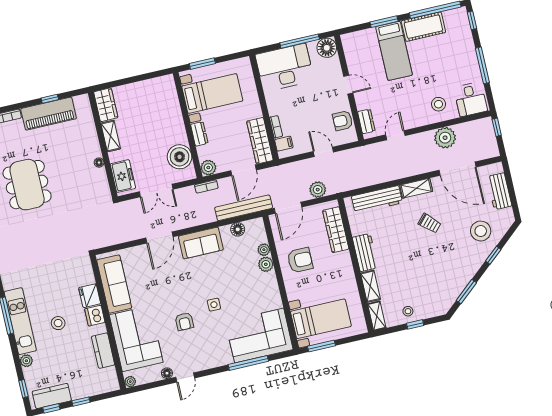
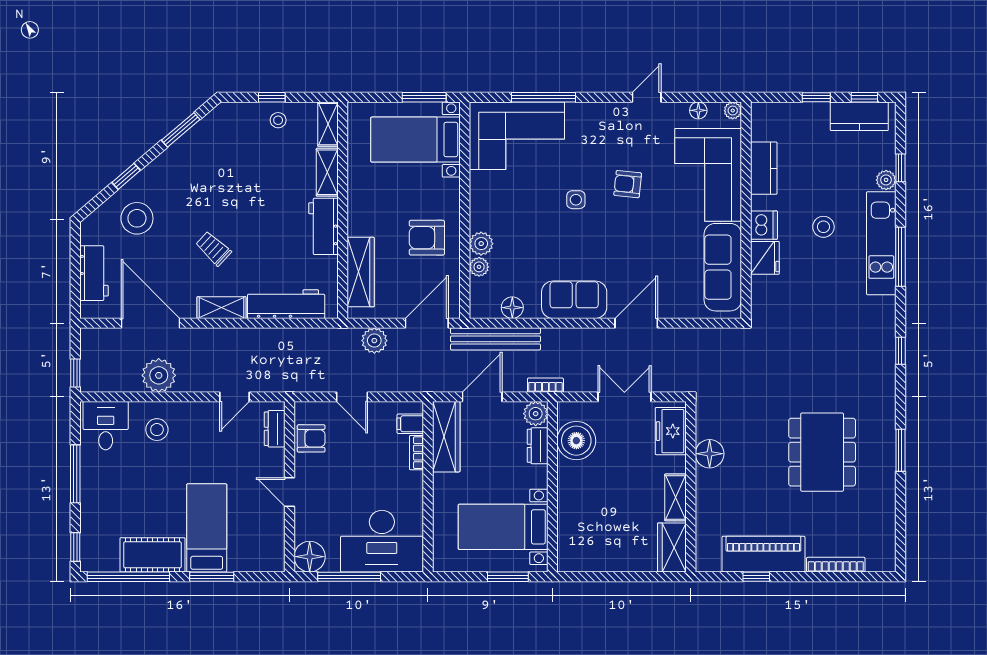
dresser: (199, 134) -> (538, 446), moved
floor lamp: (99, 163) -> (710, 454), width x1.89, depth x1.89
armchair: (184, 322) -> (628, 184), turned -84
floor lamp: (167, 373) -> (698, 110), moved
window: (23, 389) -> (900, 168), moved

